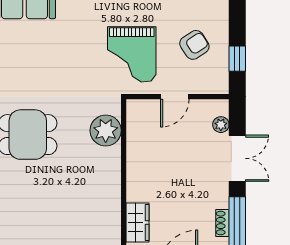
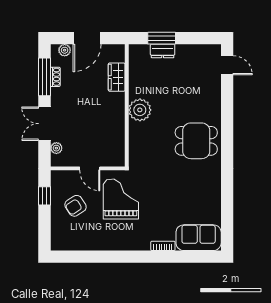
door: (175, 97) -> (90, 168), swing flipped
plant: (106, 131) -> (140, 110), moved

